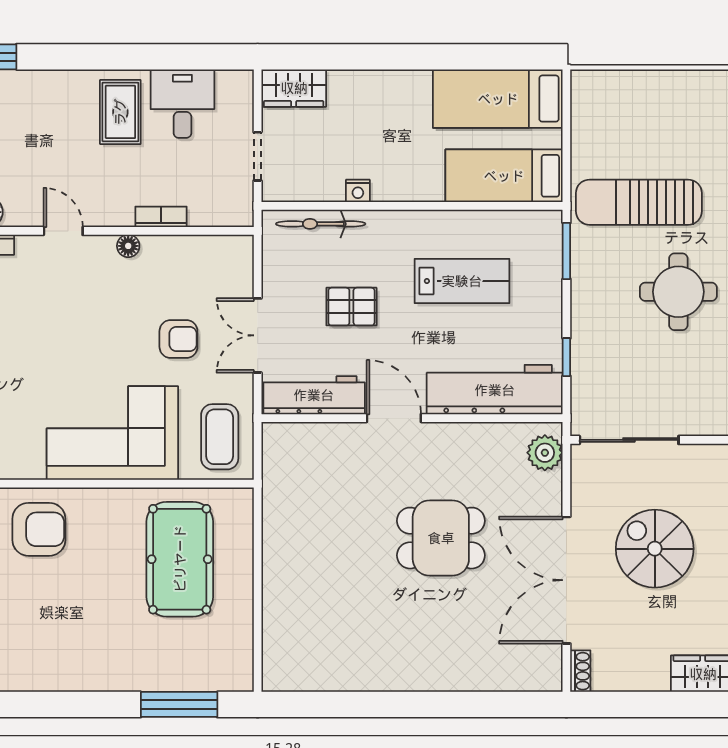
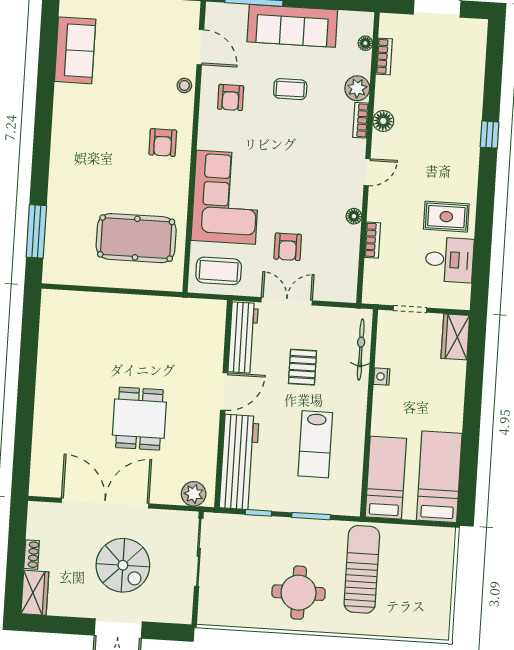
window: (566, 251) -> (311, 516), moved
armchair: (39, 529) -> (163, 143), width x0.72, depth x0.72
spiral stairs: (655, 549) -> (123, 565), turned 90
shoe rack: (580, 671) -> (32, 555), moved, turned -90

